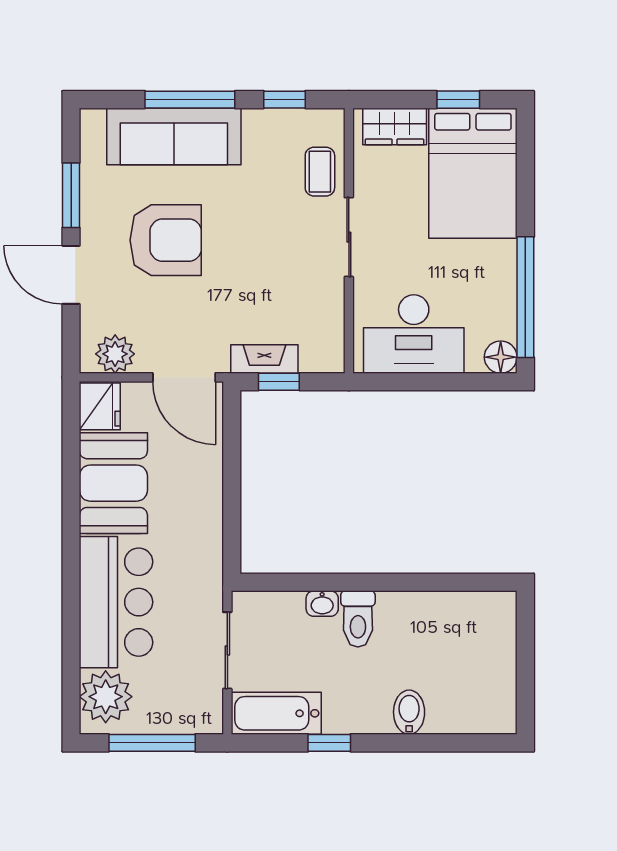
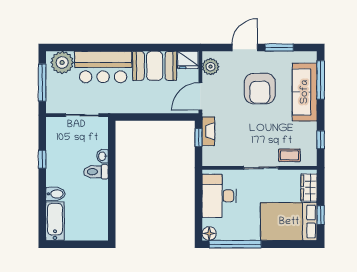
window: (190, 100) -> (321, 80), moved
bathtub: (276, 713) -> (55, 221), moved

